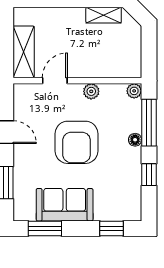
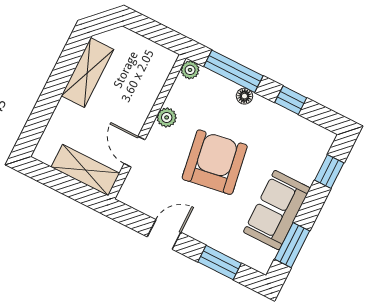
shelving: (104, 15) -> (87, 73), width x1.50, depth x1.33
armchair: (77, 142) -> (215, 162), turned -99

